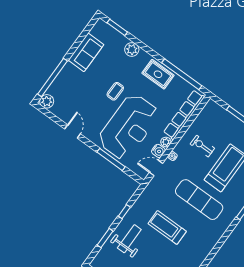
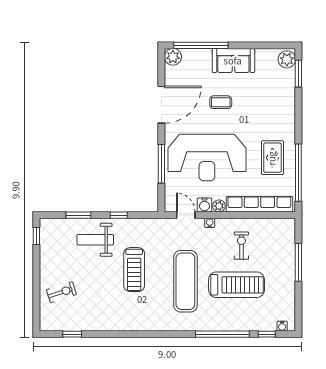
plant: (132, 50) -> (287, 59), moved
sofa: (86, 52) -> (233, 61), moved
rug: (158, 74) -> (272, 158), moved
coffee table: (115, 91) -> (221, 102), moved
door: (73, 131) -> (161, 105), width x1.87
treadmill: (167, 227) -> (134, 270), turned 180
weight bench: (129, 239) -> (95, 240), turned 180

